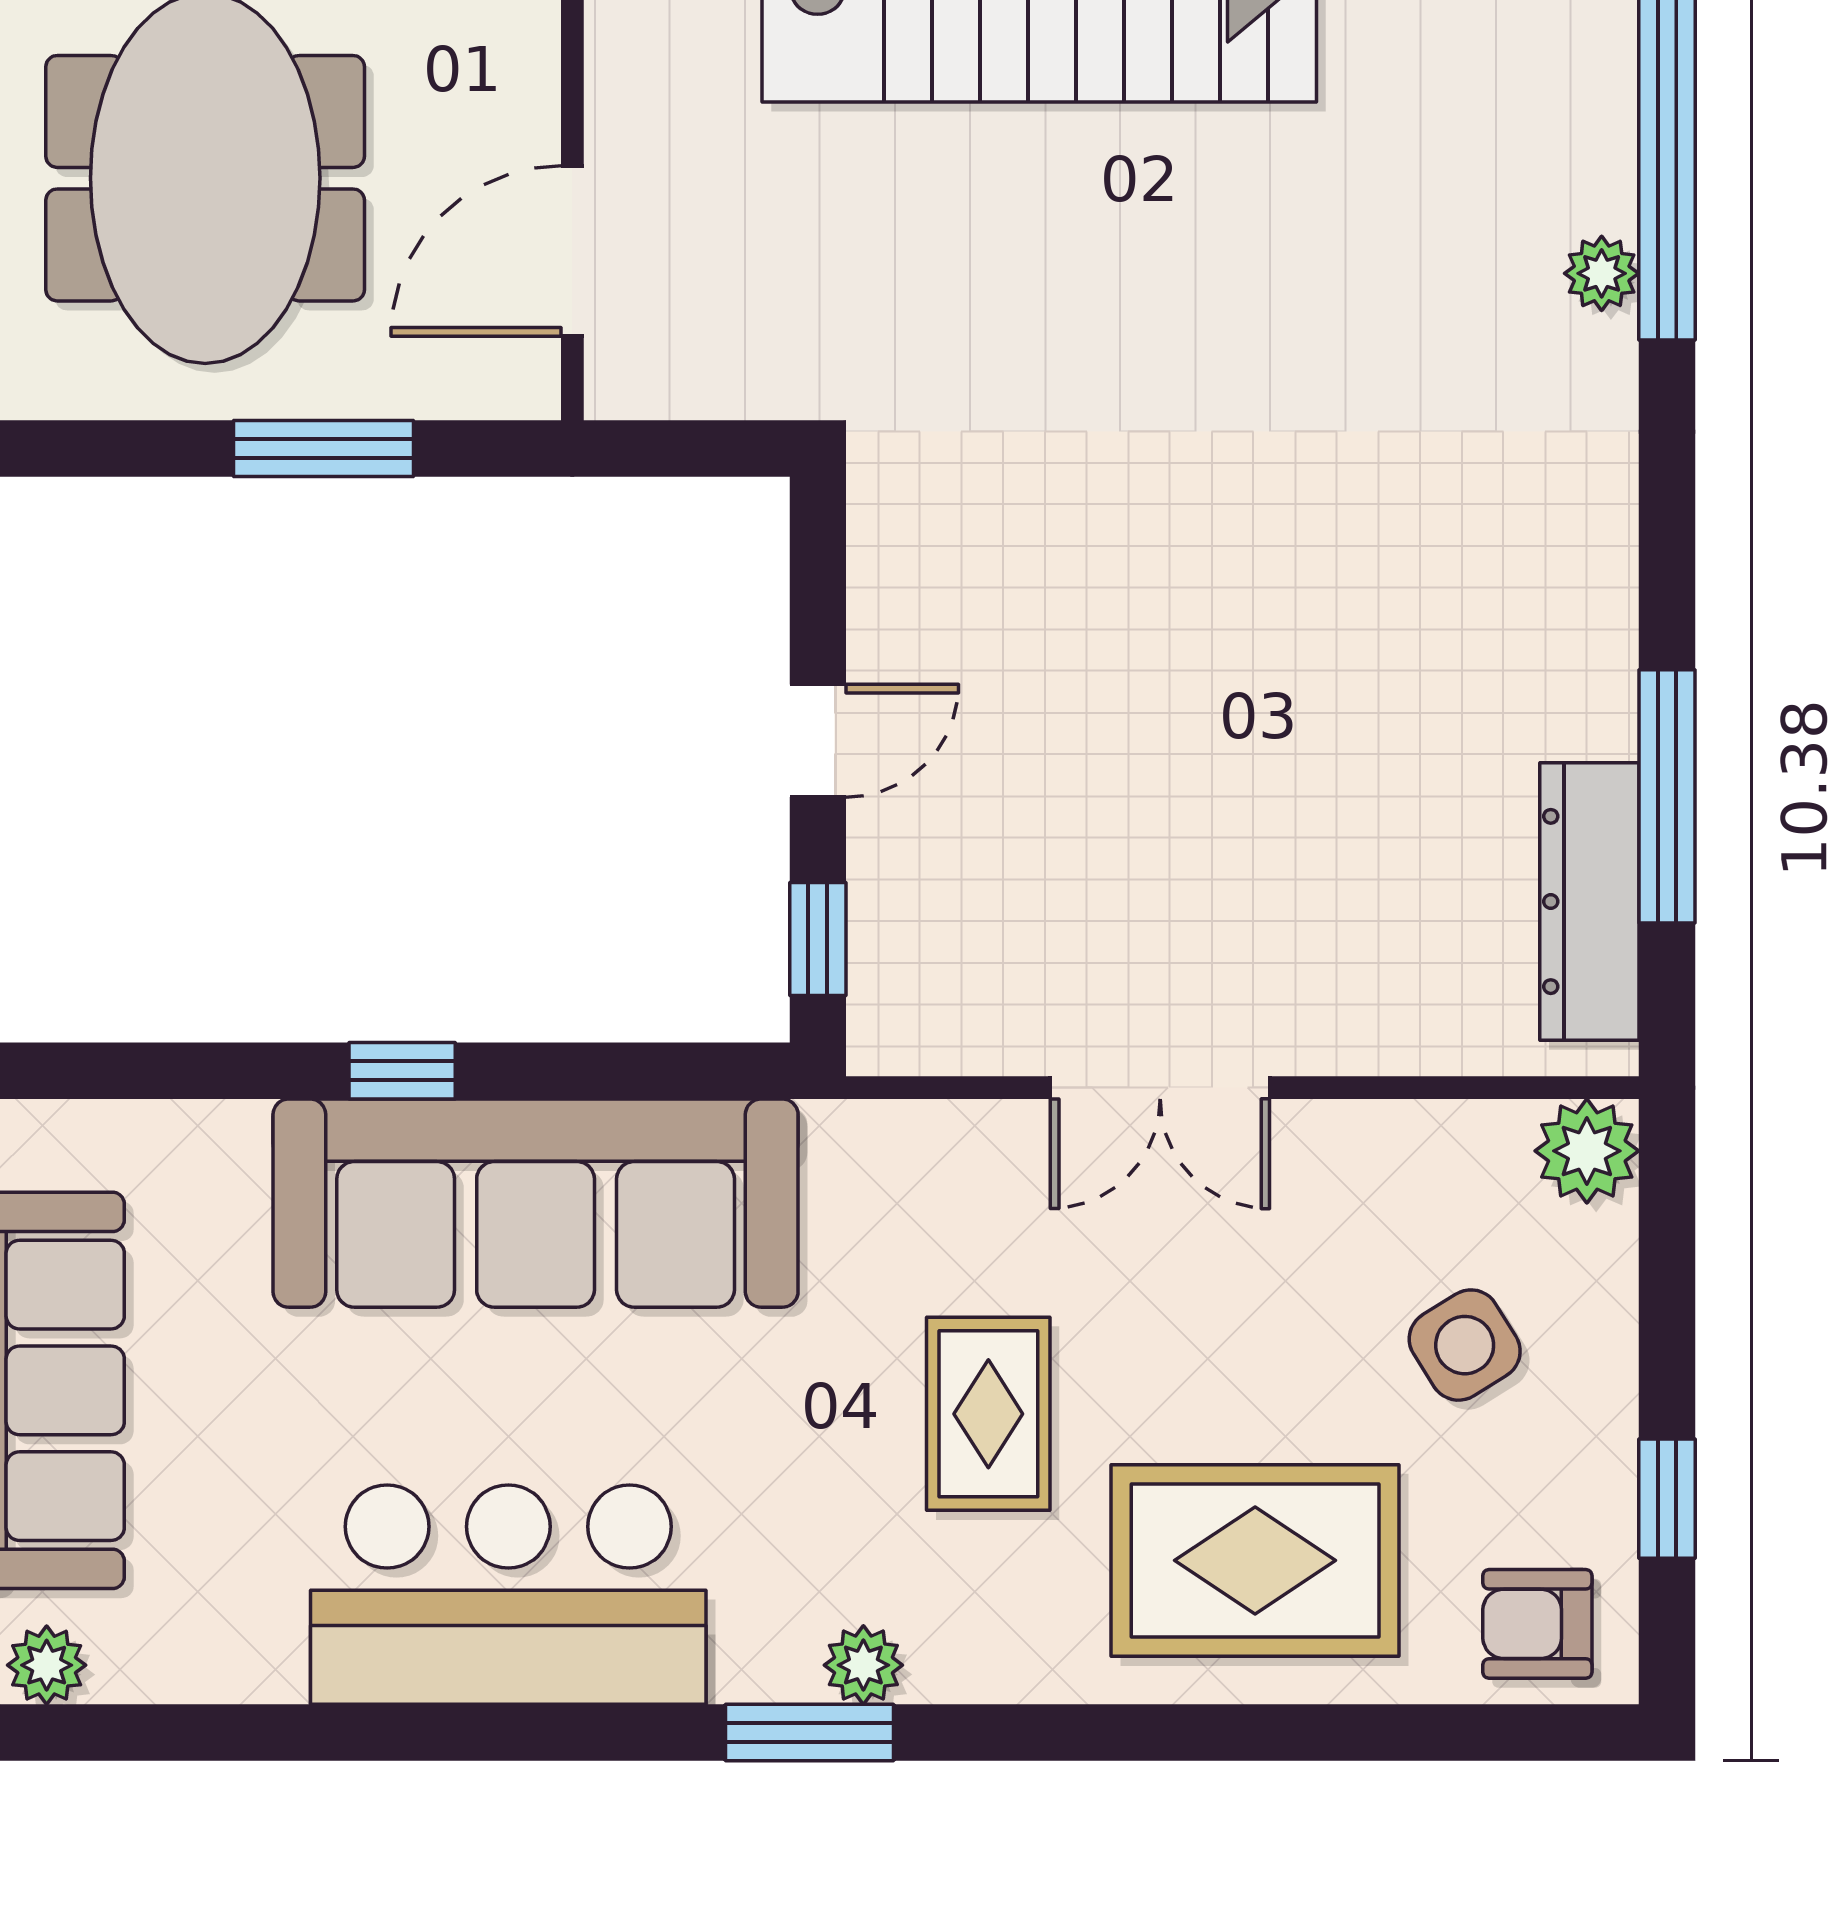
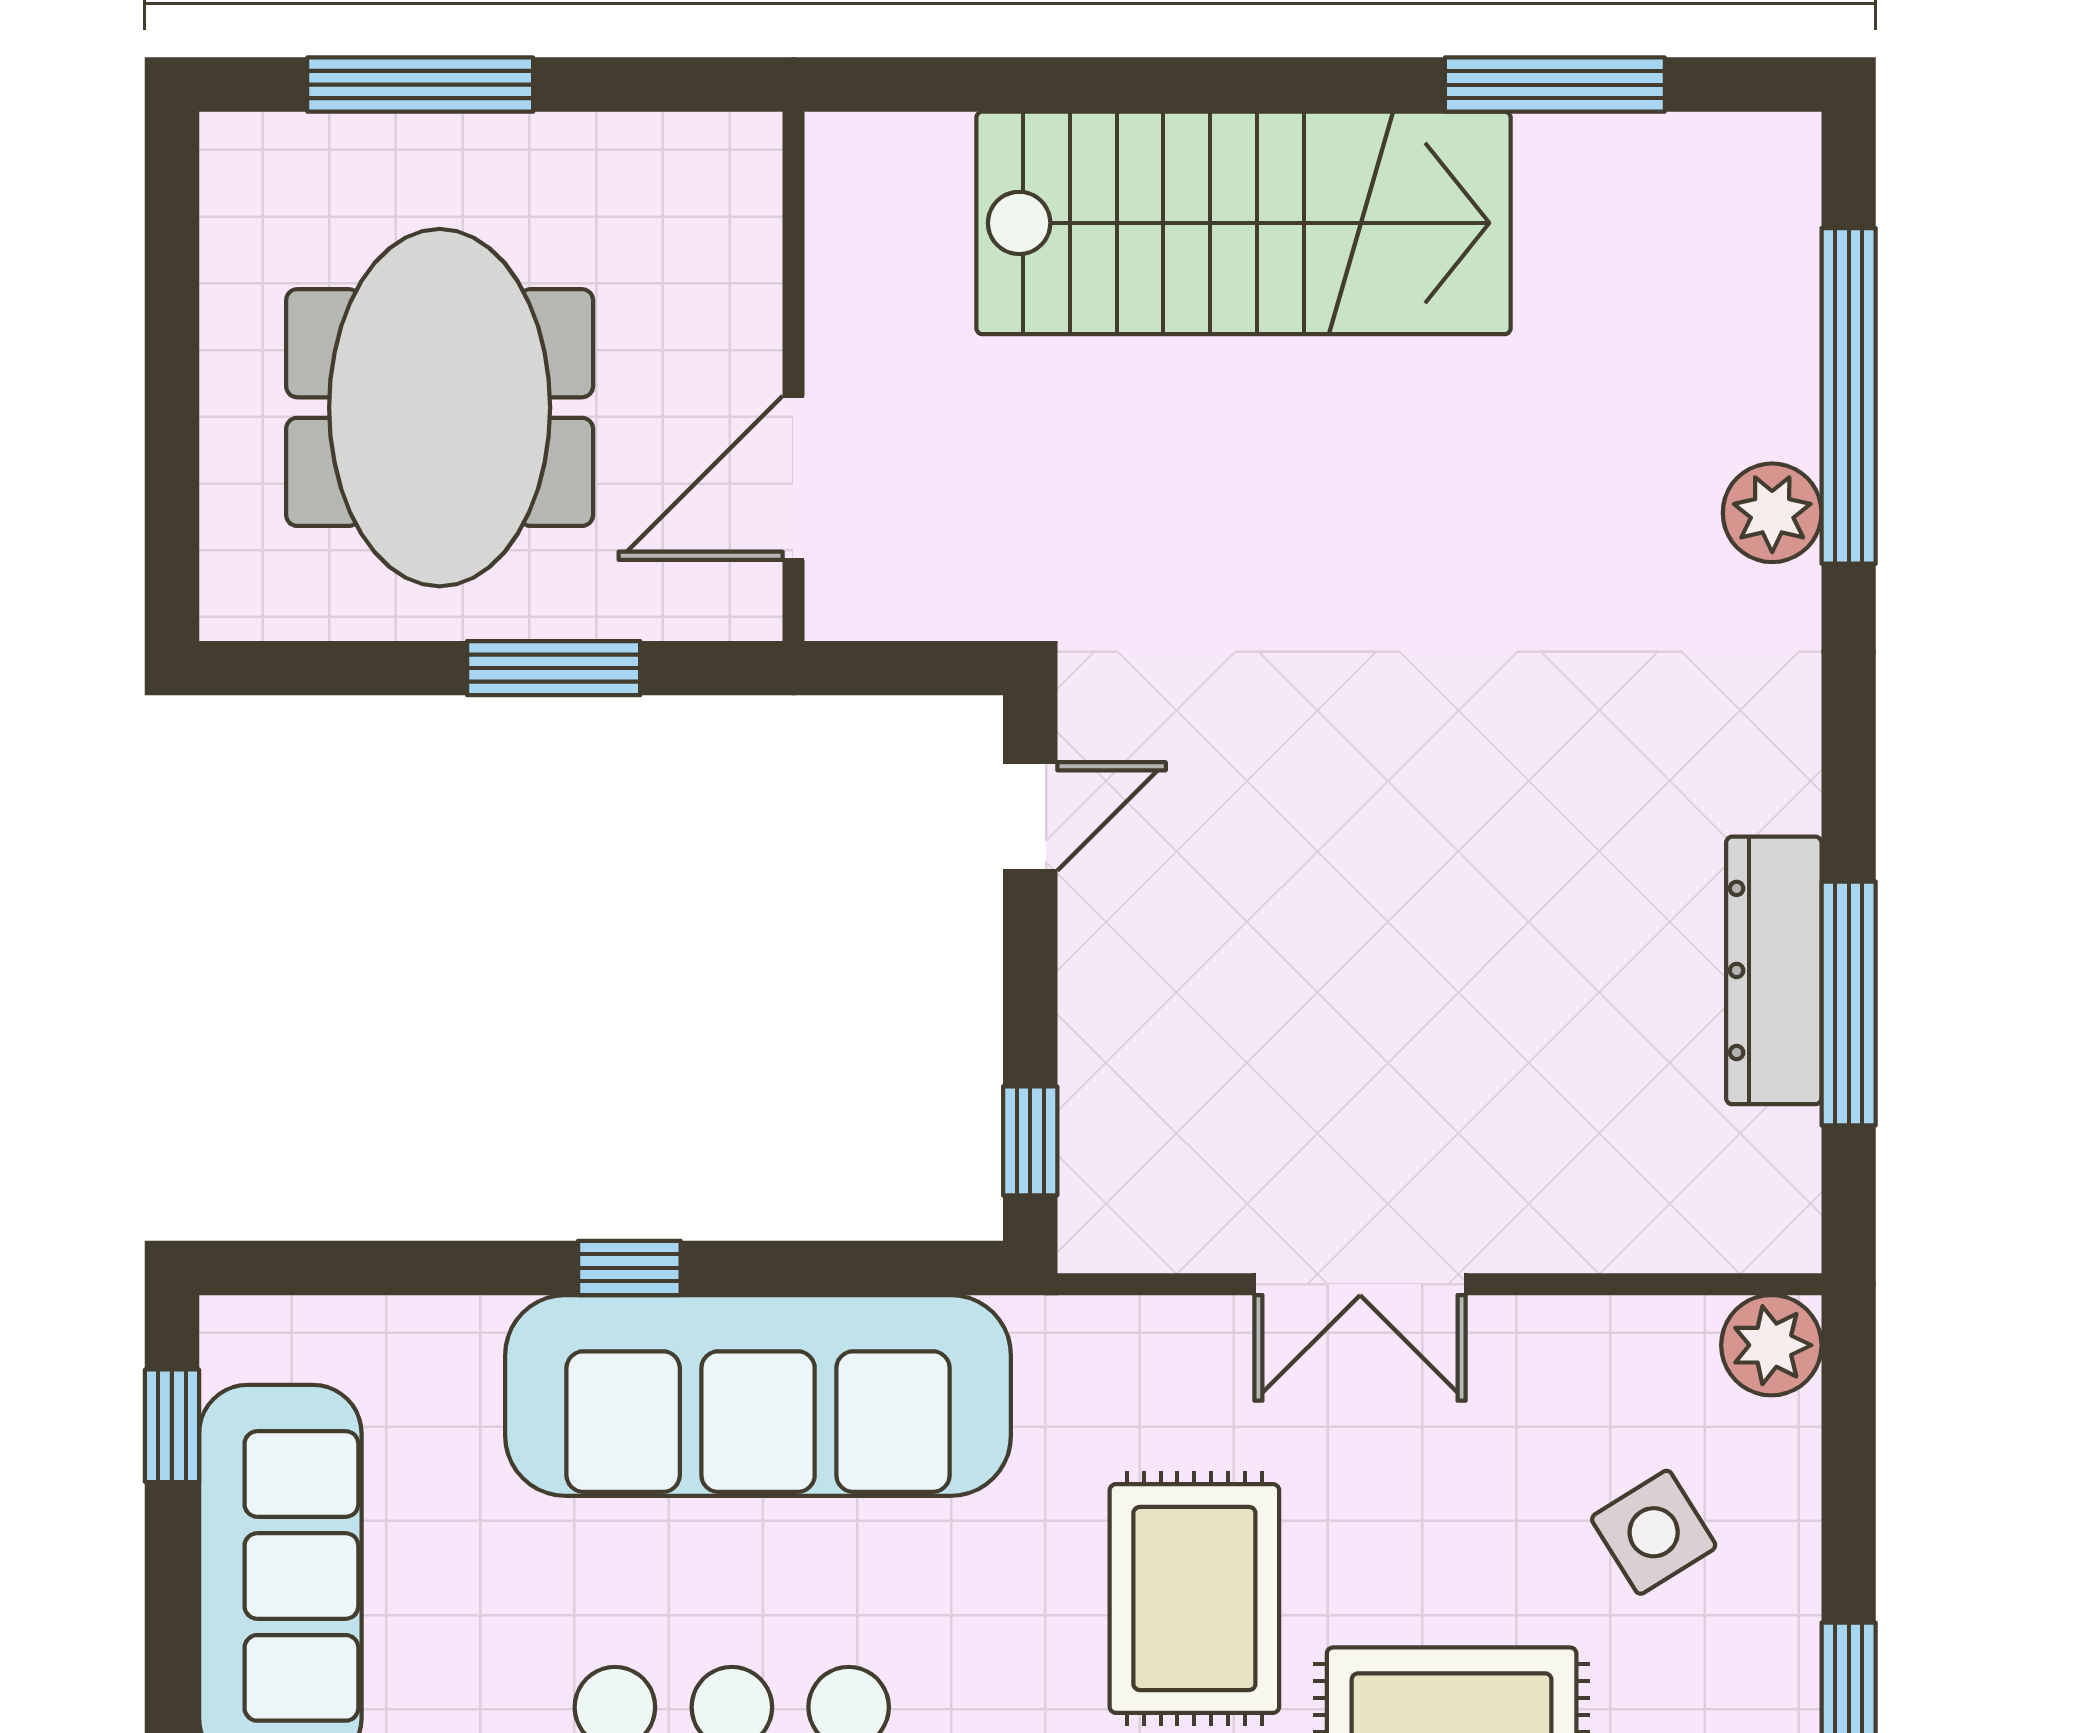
plant: (1602, 273) -> (1772, 513), width x1.38, depth x1.38
door: (818, 741) -> (1030, 816), moved
dresser: (1589, 901) -> (1774, 970), moved
rug: (988, 1414) -> (1194, 1599), width x1.36, depth x1.43

